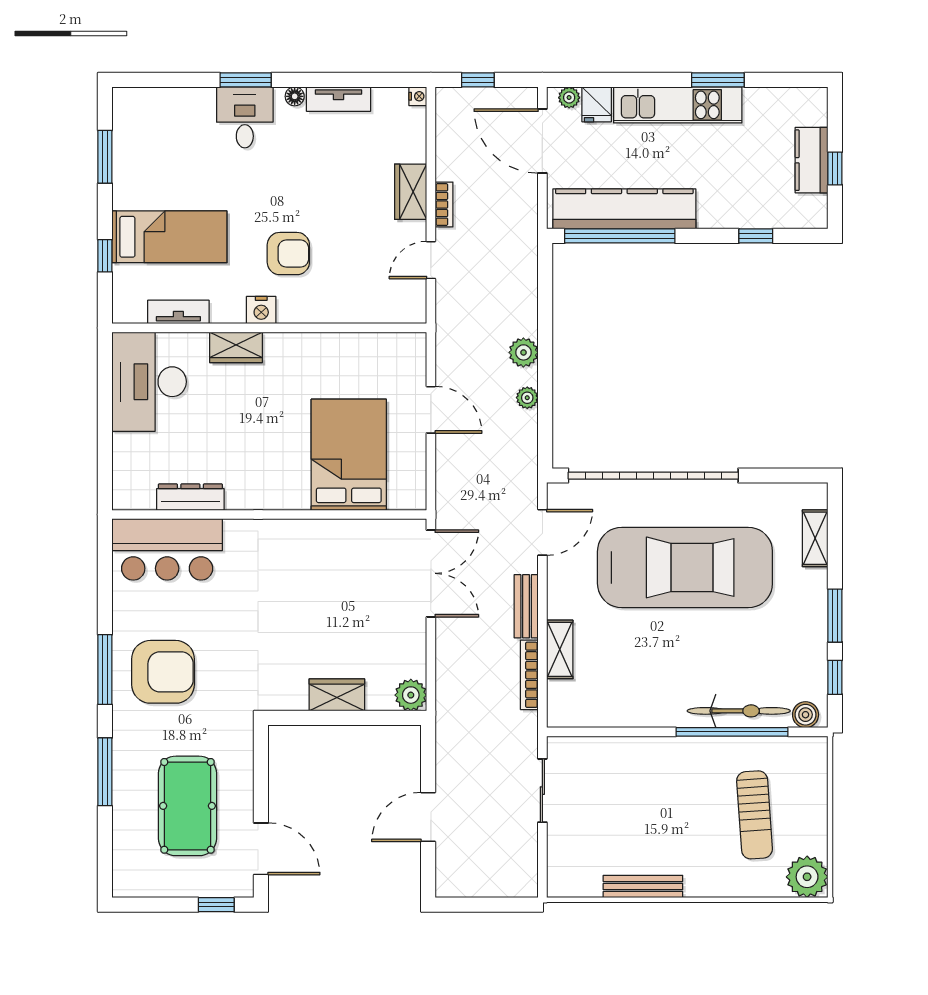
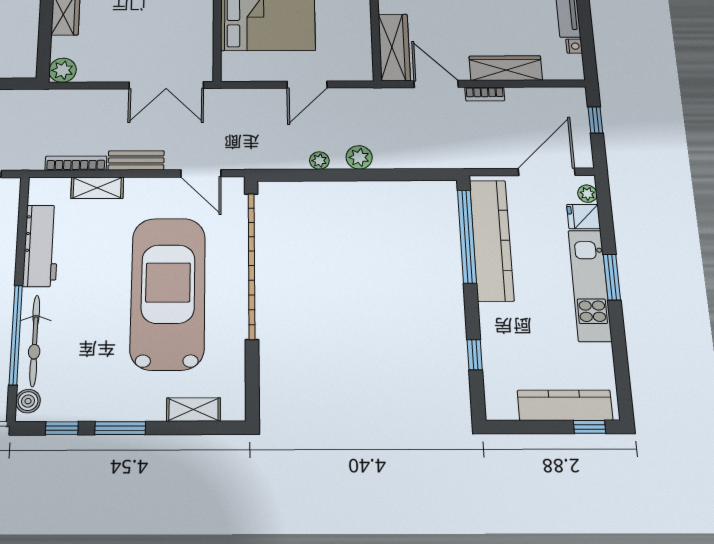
window: (718, 80) -> (612, 277), moved
nightstand: (418, 96) -> (574, 46), moved, turned -90
kitchen counter: (812, 160) -> (565, 405), width x1.50
window: (835, 168) -> (589, 427), moved
wardrobe: (411, 192) -> (506, 68), width x1.50
door: (431, 260) -> (436, 84), width x1.38
wardrobe: (383, 307) -> (394, 47), added
car: (685, 567) -> (168, 293), turned 180
workbench: (629, 710) -> (41, 246), added

